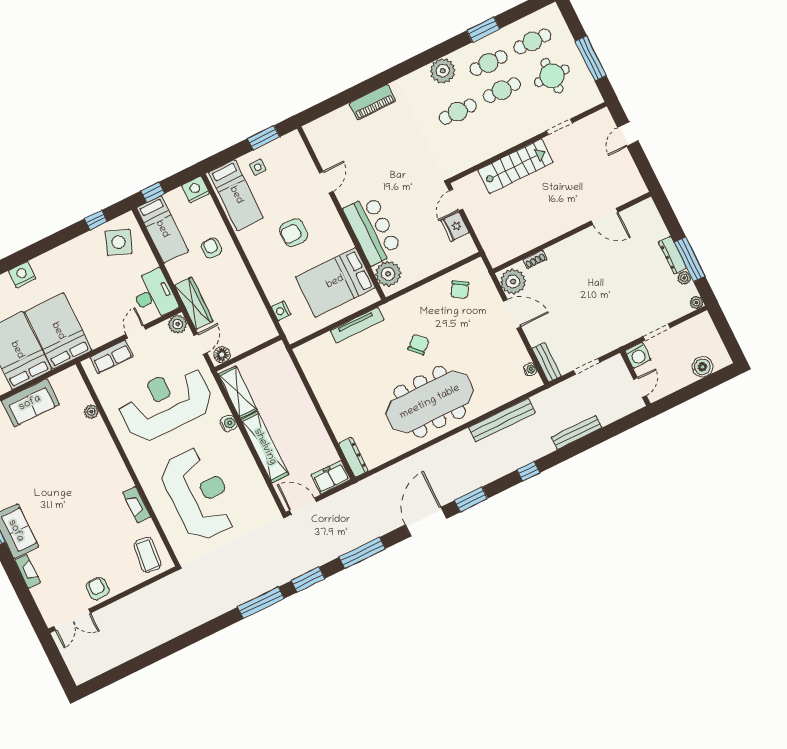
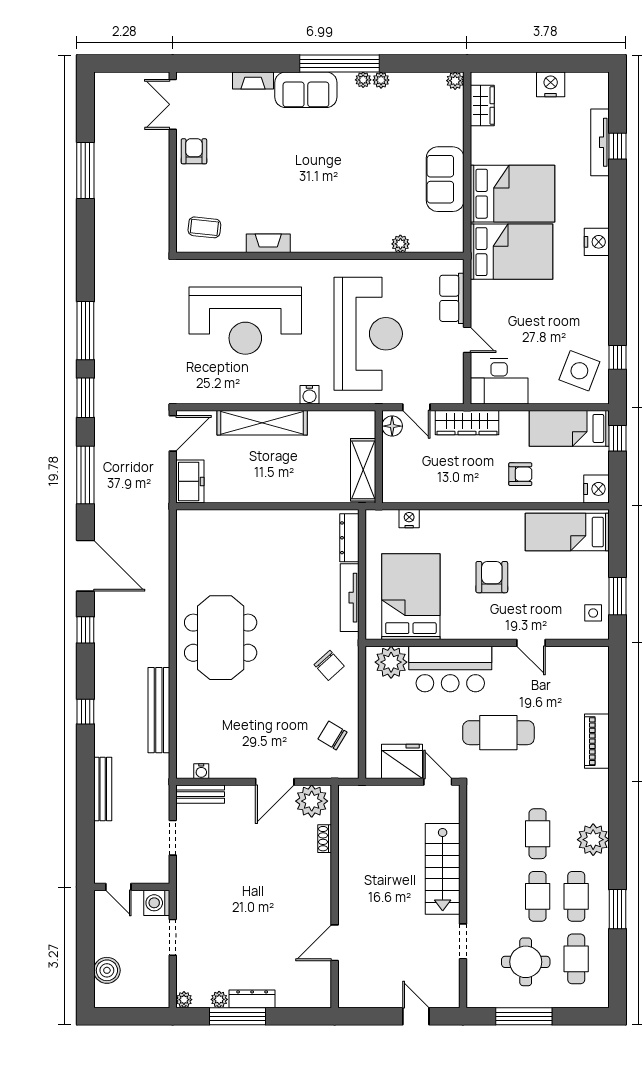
side table: (258, 167) -> (593, 613), moved
cafe table: (400, 174) -> (498, 733), added
fridge: (455, 227) -> (402, 761), width x1.36, depth x1.34
plant: (178, 324) -> (452, 392), removed
chair: (419, 344) -> (329, 665), moved
shelving: (238, 392) -> (363, 470), moved, turned 90
meeting table: (430, 402) -> (221, 638), width x0.73
dresser: (353, 457) -> (349, 538), moved, turned 90
window: (471, 499) -> (85, 630), width x0.67
coffee table: (147, 555) -> (204, 227), width x0.73, depth x0.77
armchair: (98, 589) -> (194, 151), turned -90
window: (149, 658) -> (85, 170), added

